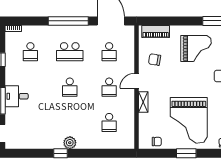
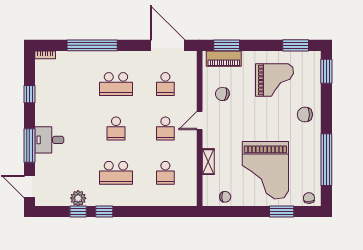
window: (68, 21) -> (92, 45), moved
window: (158, 21) -> (227, 45), added
school desk: (30, 52) -> (116, 173), moved, width x1.85
shelving: (143, 102) -> (208, 162), moved
plant: (70, 143) -> (78, 198), moved
window: (40, 153) -> (78, 212), added
window: (186, 153) -> (282, 212), moved

